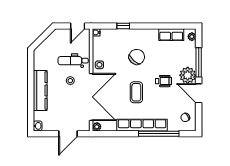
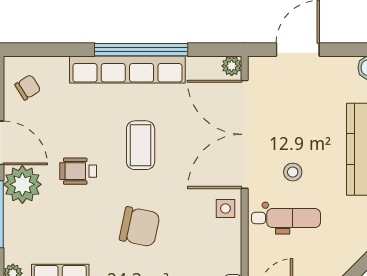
chair: (137, 57) -> (140, 227), turned -120
window: (159, 134) -> (141, 50), moved

